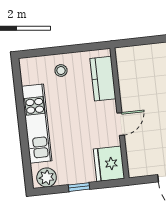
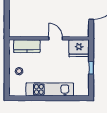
plant: (47, 177) -> (83, 87), removed

